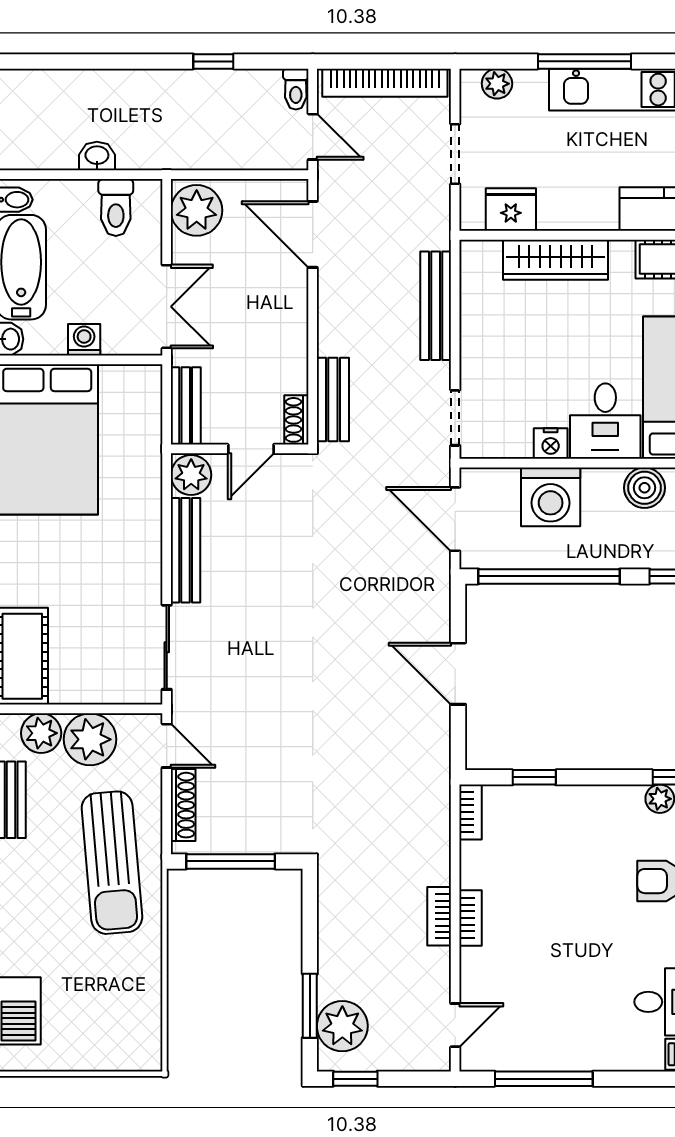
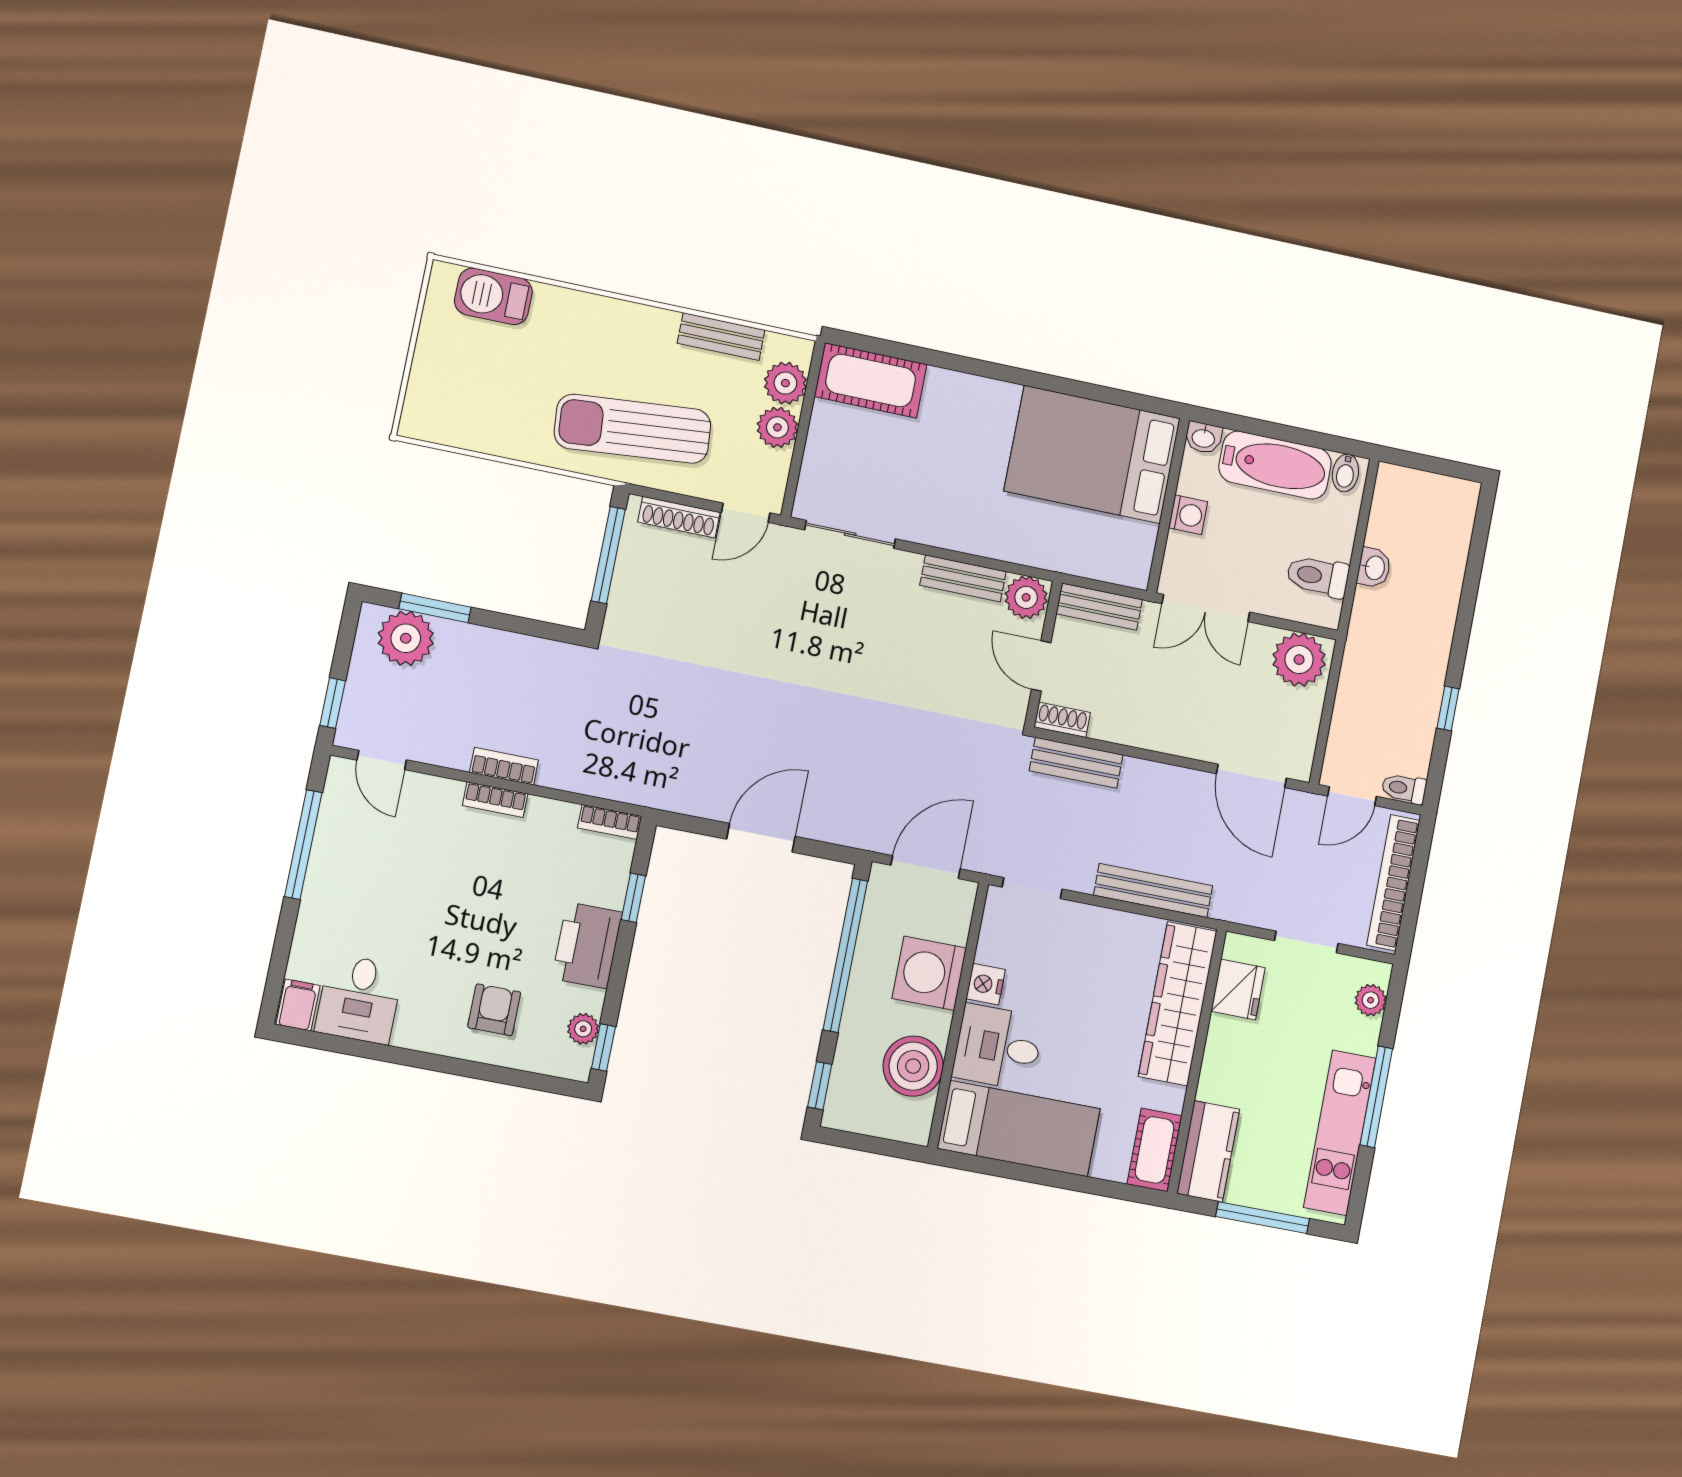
door: (313, 234) -> (1251, 776), swing flipped
wardrobe: (555, 260) -> (1178, 1004), width x1.40, depth x1.17
boiler: (644, 488) -> (913, 1066), width x1.37, depth x1.37
bench: (186, 550) -> (963, 578), width x0.73
plant: (90, 739) -> (777, 427), width x0.73, depth x0.73
printer: (585, 810) -> (587, 945), added
window: (355, 1079) -> (333, 703), moved

